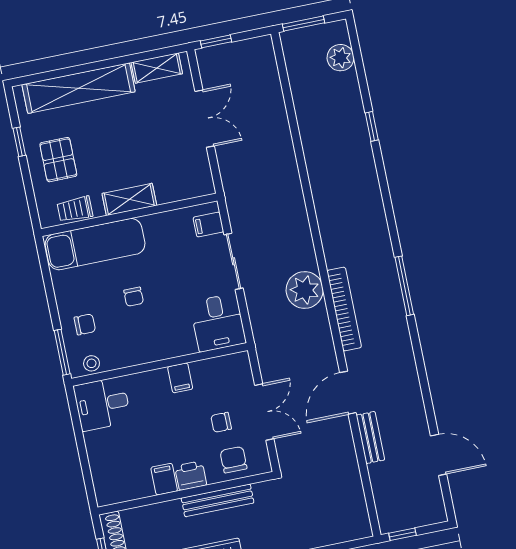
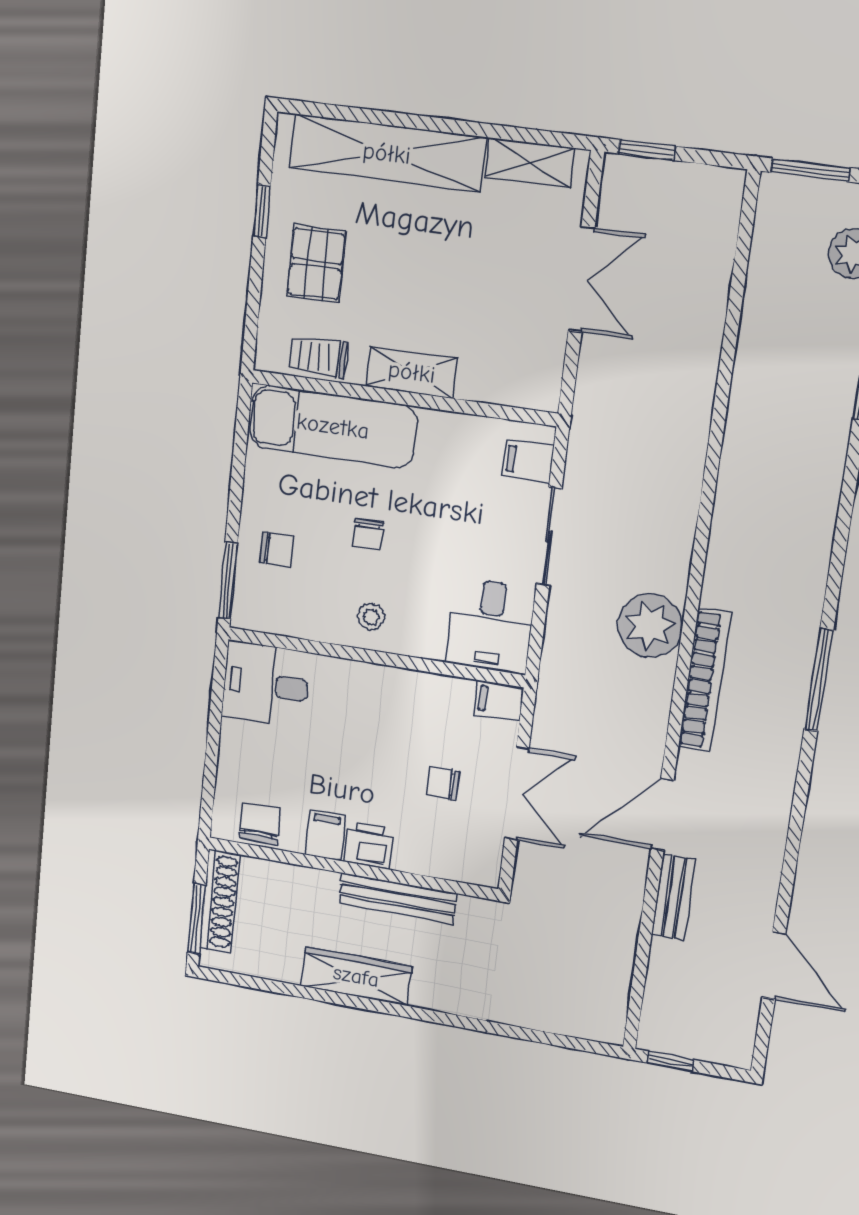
stool: (92, 363) -> (371, 617), moved
filing cabinet: (180, 378) -> (499, 701), moved, turned 90
chair: (234, 460) -> (260, 823), moved

